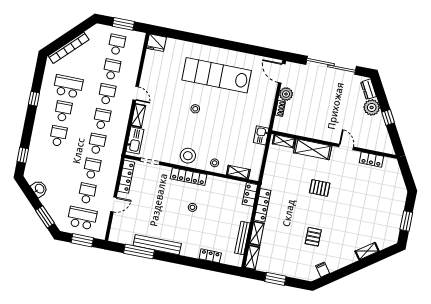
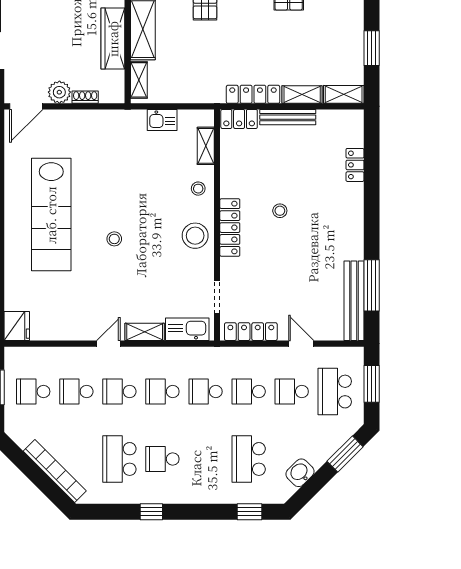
wardrobe: (311, 131) -> (113, 39), added
kitchen sink: (261, 135) -> (162, 120), moved
school desk: (58, 136) -> (249, 459), moved, width x1.85
bench: (242, 238) -> (288, 117), moved
bench: (157, 245) -> (354, 301), moved

